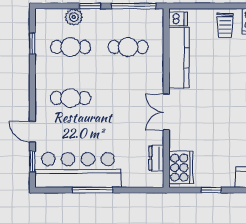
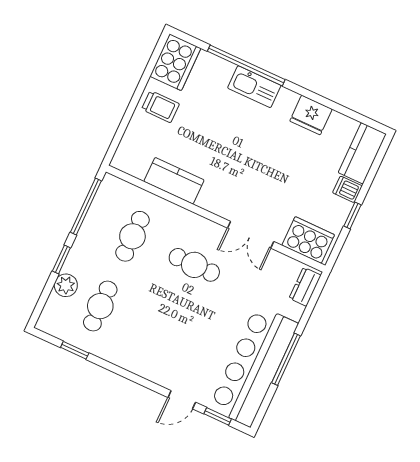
dishwasher: (178, 19) -> (347, 189), moved, turned -90
kitchen counter: (179, 58) -> (174, 181), width x0.67
cafe table: (71, 98) -> (194, 265), moved, turned 90
double door: (166, 112) -> (251, 235), moved
dresser: (156, 158) -> (305, 287), moved, turned 90

